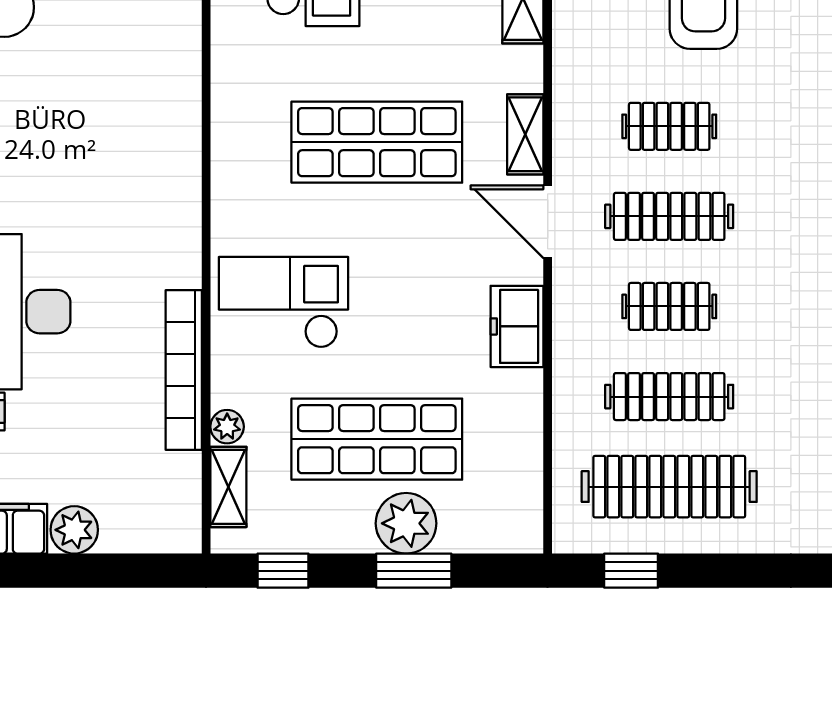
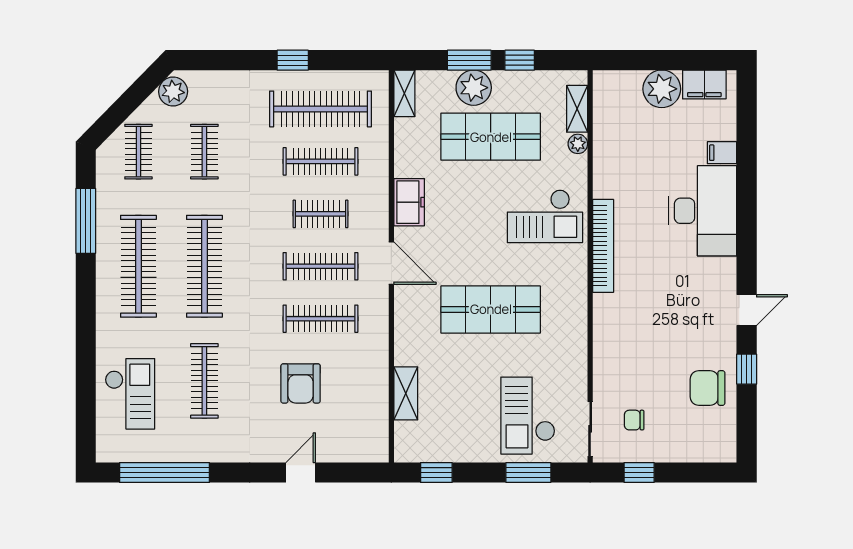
clothes rail: (669, 126) -> (320, 319), width x1.36
shelving: (525, 134) -> (404, 93), moved
bookcase: (184, 370) -> (603, 246), moved
plant: (74, 530) -> (662, 89), width x1.36, depth x1.36
window: (283, 571) -> (520, 60), moved
window: (631, 571) -> (293, 60), moved

